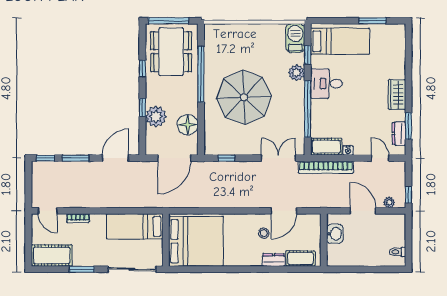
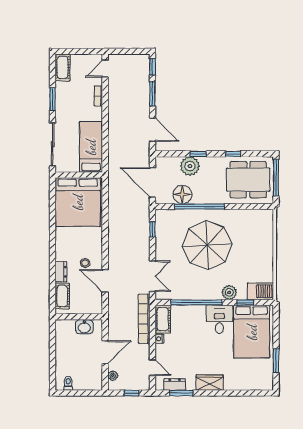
bed: (340, 41) -> (252, 332), width x1.50
window: (201, 74) -> (199, 206), moved
door: (380, 158) -> (152, 368), hinge flipped
window: (409, 195) -> (132, 393), moved
cot: (52, 255) -> (62, 67), width x0.73, depth x0.75

